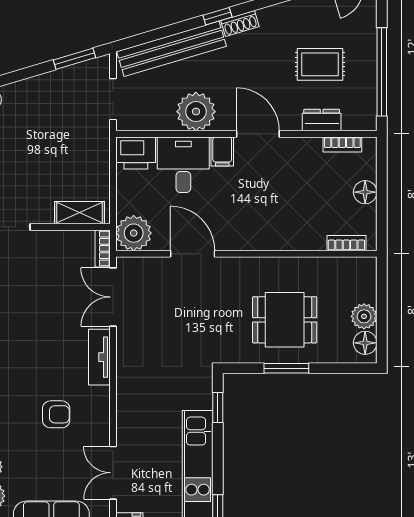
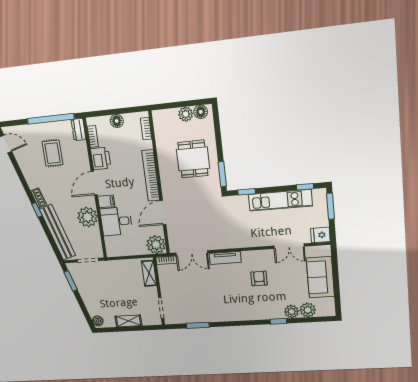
dresser: (322, 120) -> (78, 129), moved
printer: (136, 153) -> (101, 158), moved
bookcase: (262, 240) -> (151, 175), added
window: (286, 368) -> (222, 174), moved

